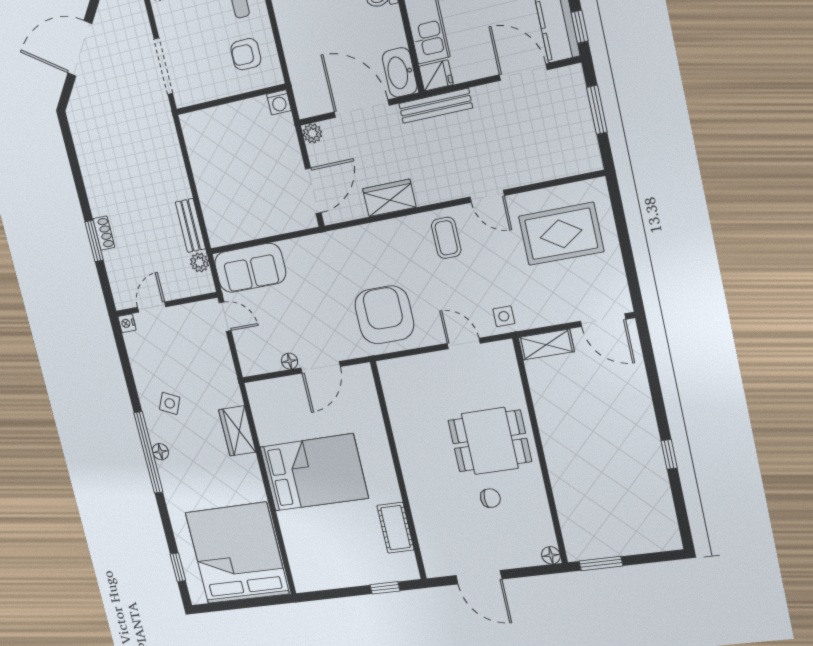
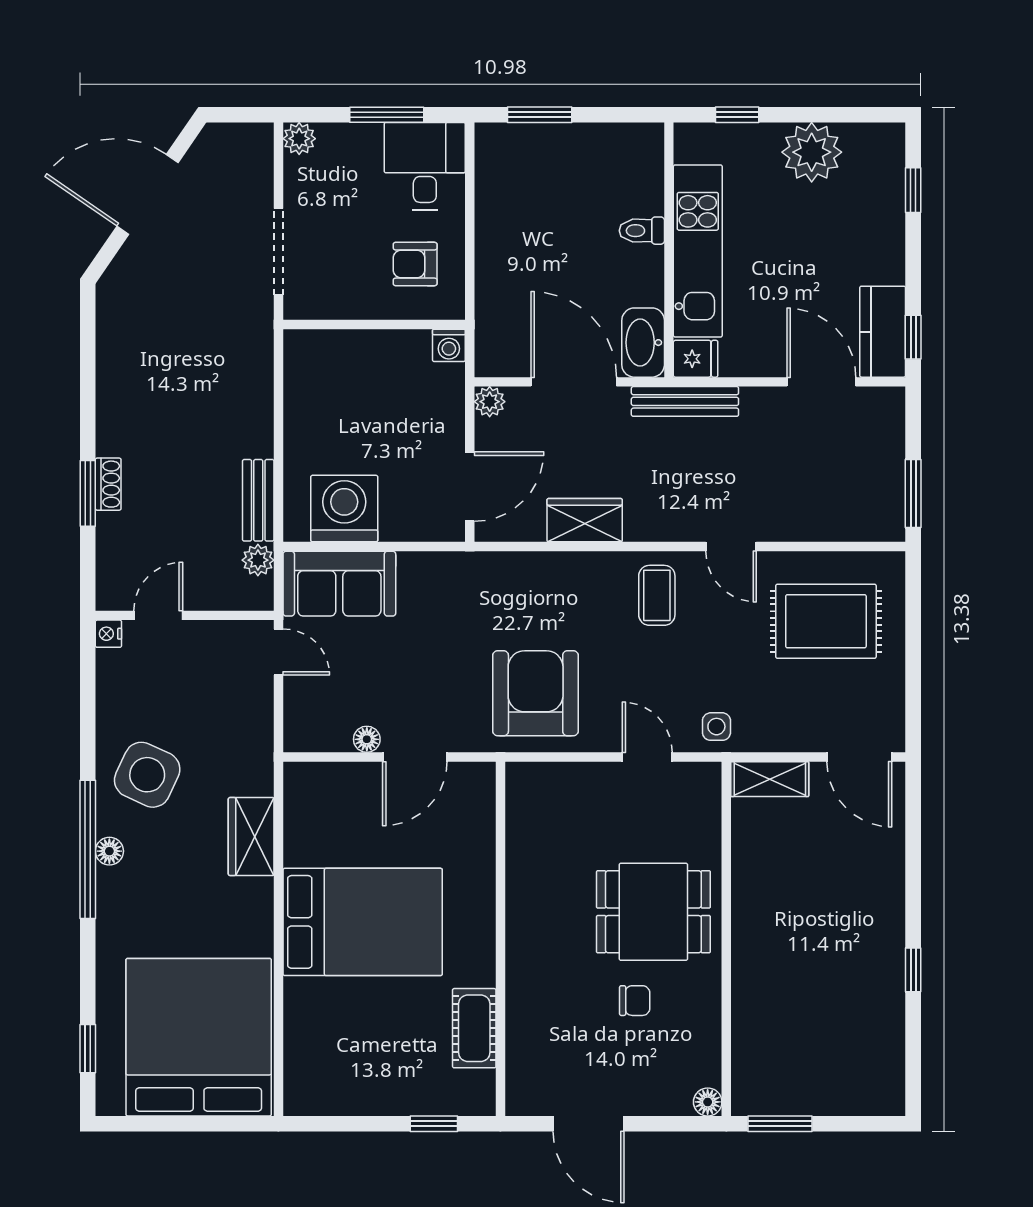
window: (597, 110) -> (913, 494), moved
washing machine: (242, 220) -> (344, 509), added
side table: (170, 403) -> (147, 775), width x1.87, depth x1.87

